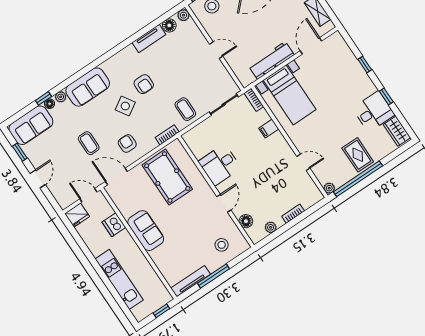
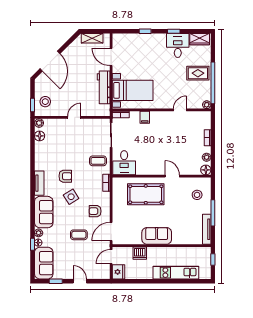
tv unit: (149, 38) -> (39, 183), moved
desk: (220, 165) -> (124, 163), moved
pool table: (167, 177) -> (146, 194), moved
floor lamp: (246, 221) -> (206, 170), moved

